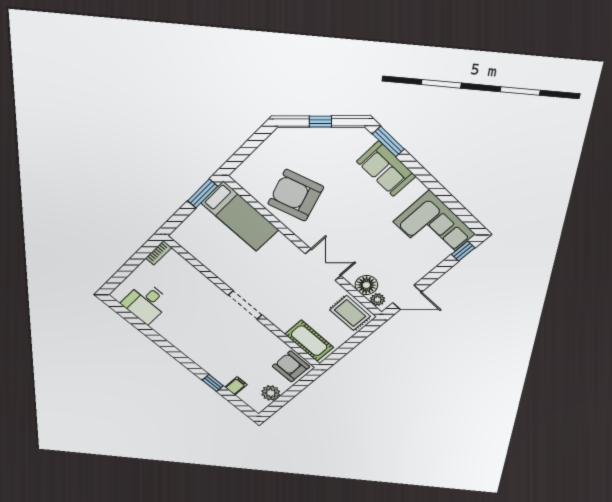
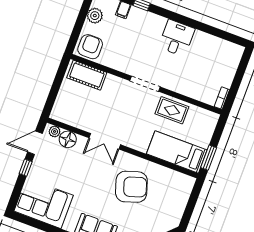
armchair: (296, 195) -> (131, 187), moved
window: (463, 251) -> (26, 168), moved
desk: (146, 303) -> (177, 38), moved
rug: (350, 313) -> (172, 110), moved
armchair: (291, 366) -> (90, 47), turned -90

